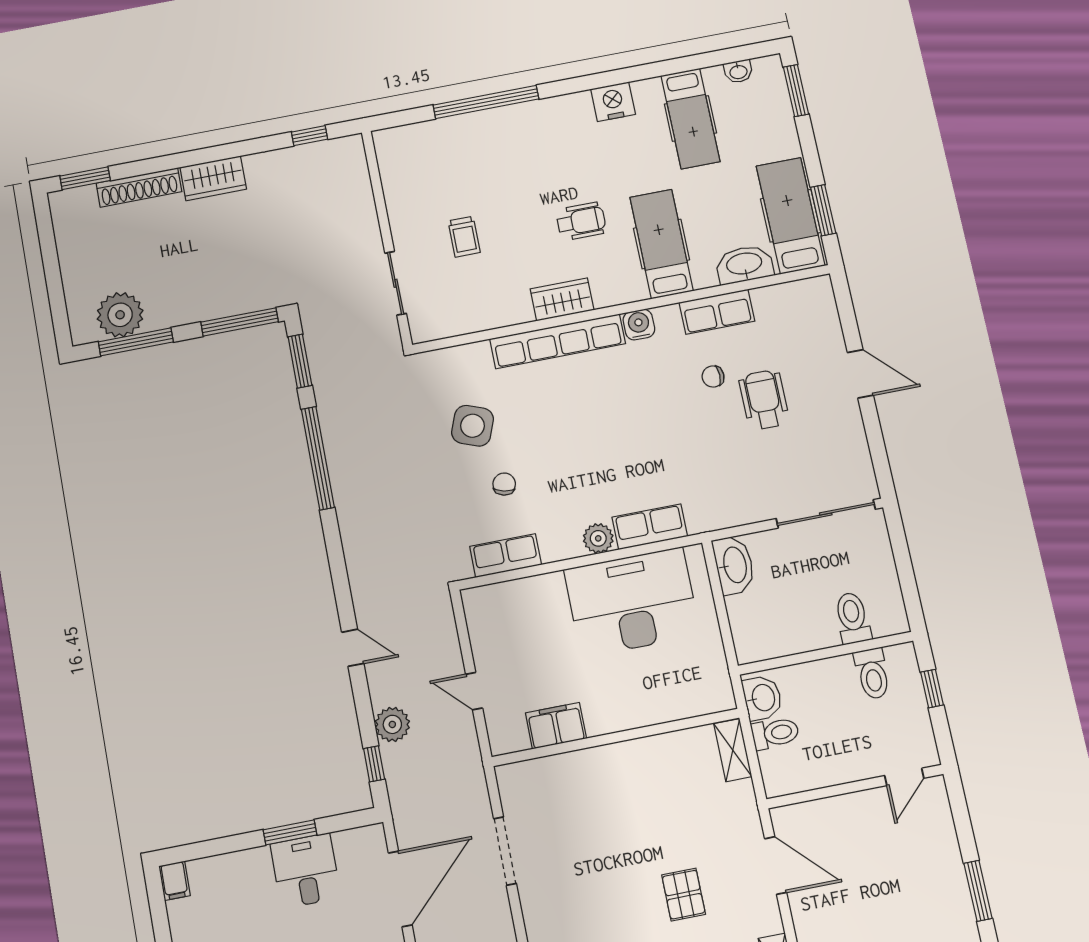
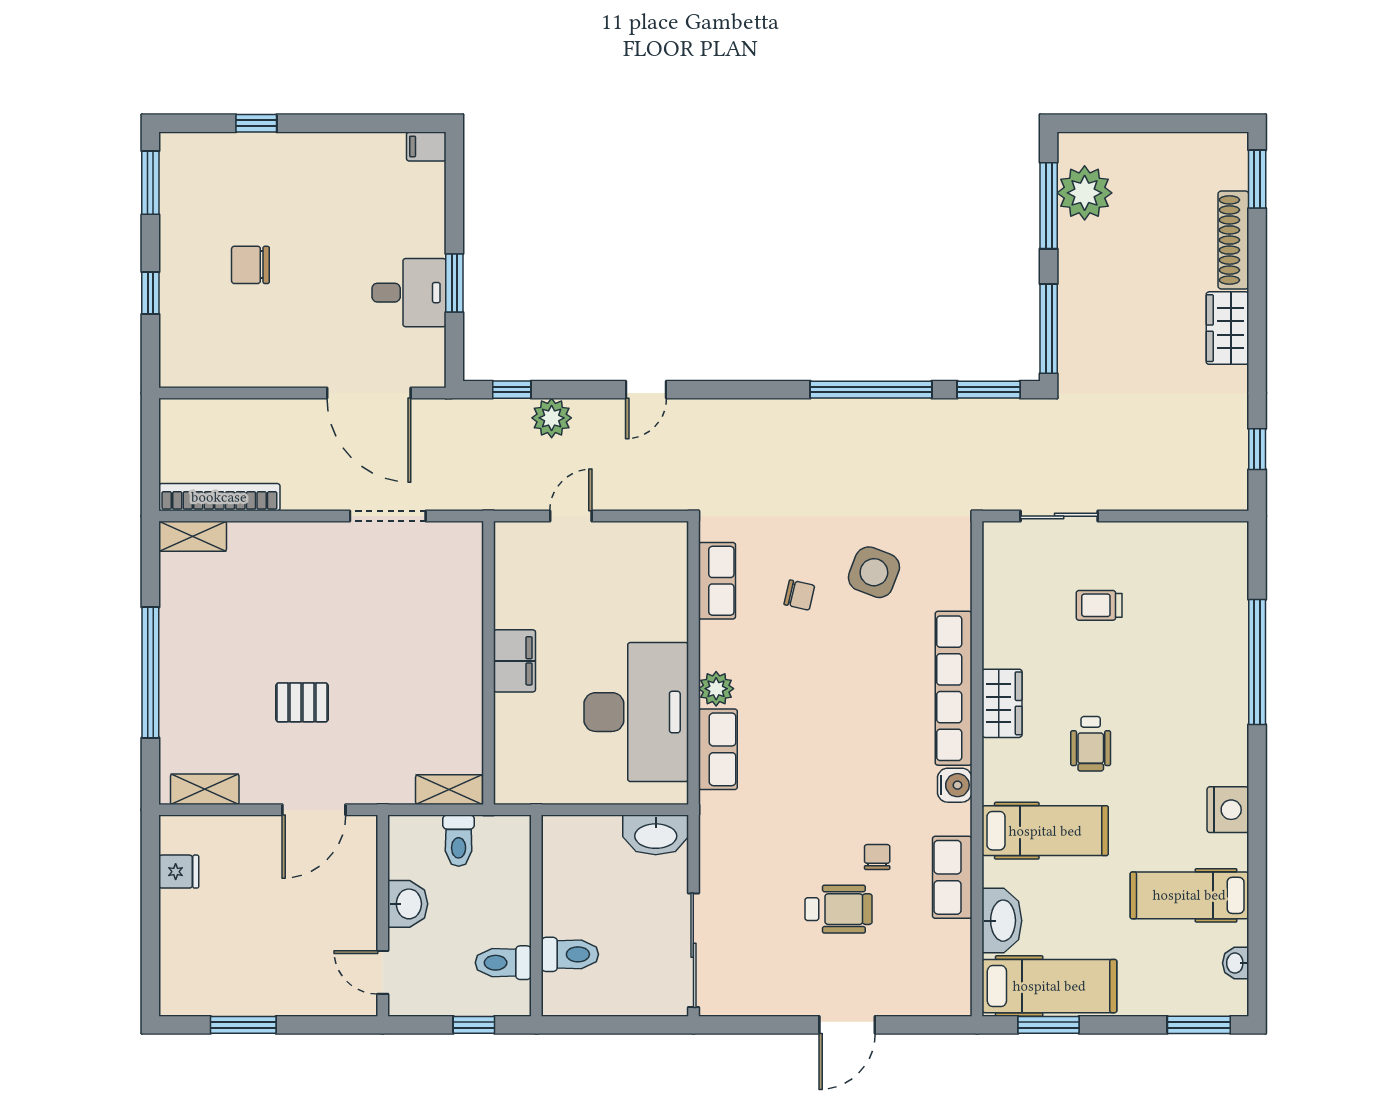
washbasin: (762, 698) -> (408, 904), moved, turned -90
filing cabinet: (556, 726) -> (514, 661), moved

